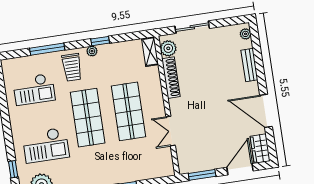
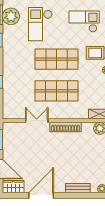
shoe rack: (171, 78) -> (66, 127), moved
checkout: (34, 89) -> (84, 22), turned 90

